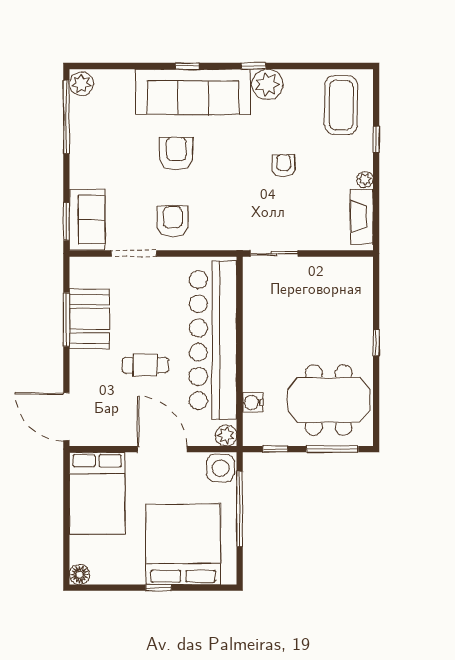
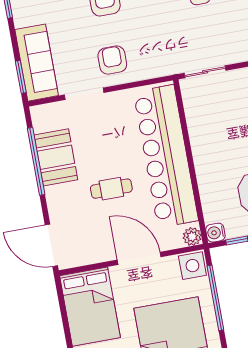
sofa: (87, 220) -> (37, 63), width x1.36
window: (66, 319) -> (36, 161), width x1.46
water cooler: (253, 402) -> (215, 233), moved

